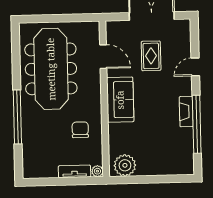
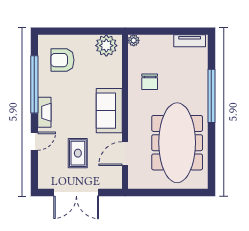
door: (103, 57) -> (125, 154), hinge flipped
fireplace: (186, 112) -> (44, 112), moved
armchair: (169, 150) -> (62, 60), added
tv unit: (75, 171) -> (190, 41), moved

